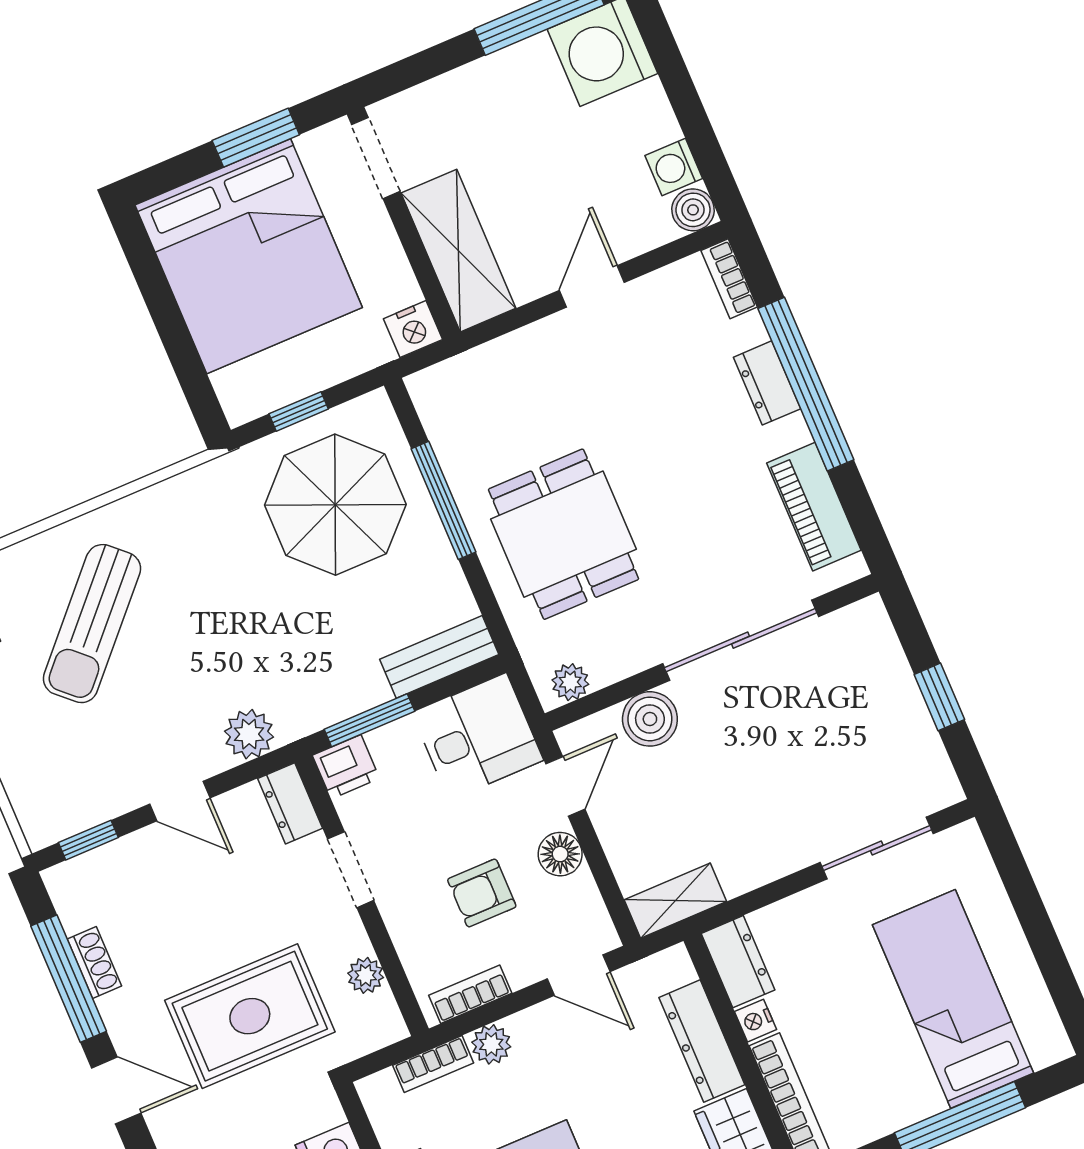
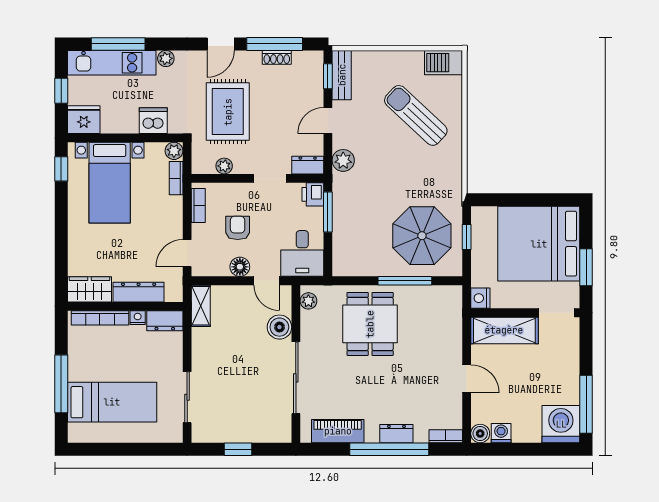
dining table: (564, 534) -> (370, 324), turned 90
bench: (439, 657) -> (342, 75), moved
plant: (491, 1044) -> (174, 151), moved

